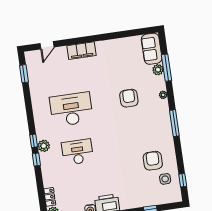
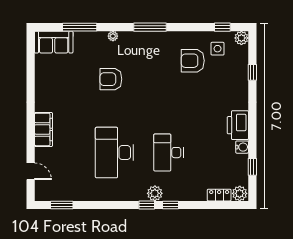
plant: (158, 70) -> (241, 38), moved

